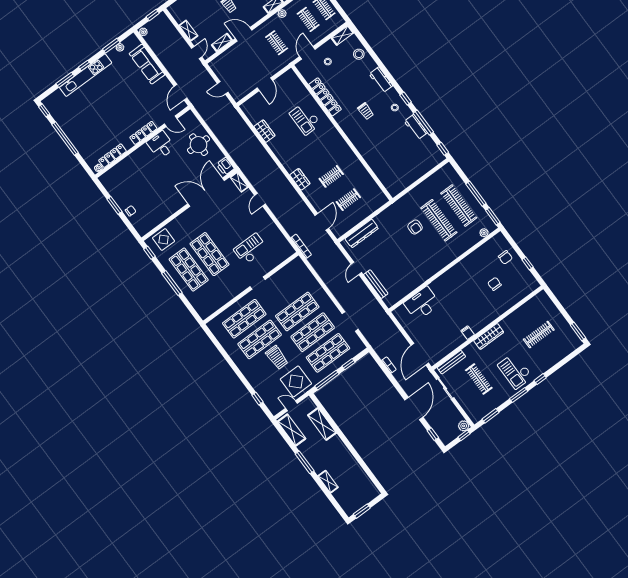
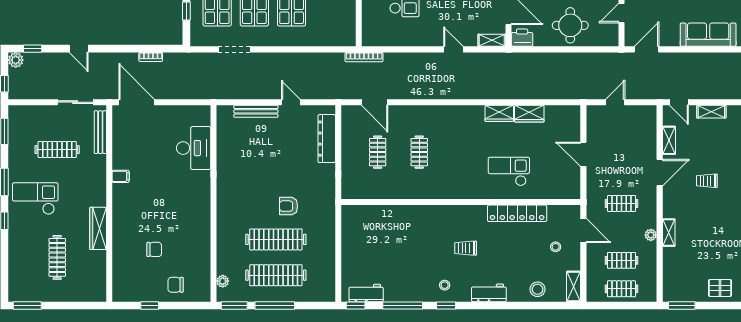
door: (180, 92) -> (647, 49), hinge flipped
workbench: (416, 127) -> (366, 293), moved
wardrobe: (300, 179) -> (499, 113), moved
wardrobe: (489, 336) -> (98, 228), moved
door: (414, 409) -> (79, 49), width x0.53
plant: (464, 426) -> (16, 60), moved

